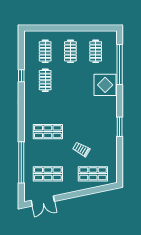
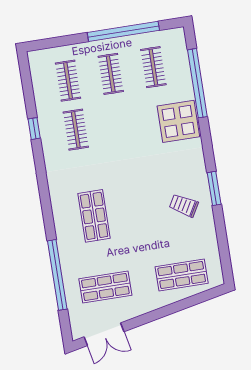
window: (82, 28) -> (123, 31), added
shop shelf: (48, 132) -> (94, 216), turned 90
trolley: (81, 149) -> (184, 205), moved

